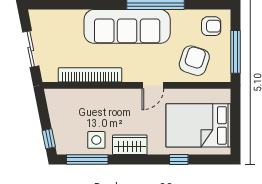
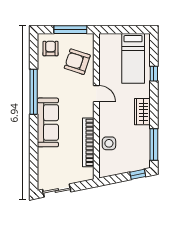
sofa: (127, 26) -> (48, 122), width x0.74, depth x0.79
sliding door: (31, 49) -> (57, 191), moved
bed: (198, 125) -> (133, 58), width x0.67
side table: (96, 140) -> (109, 143), moved

